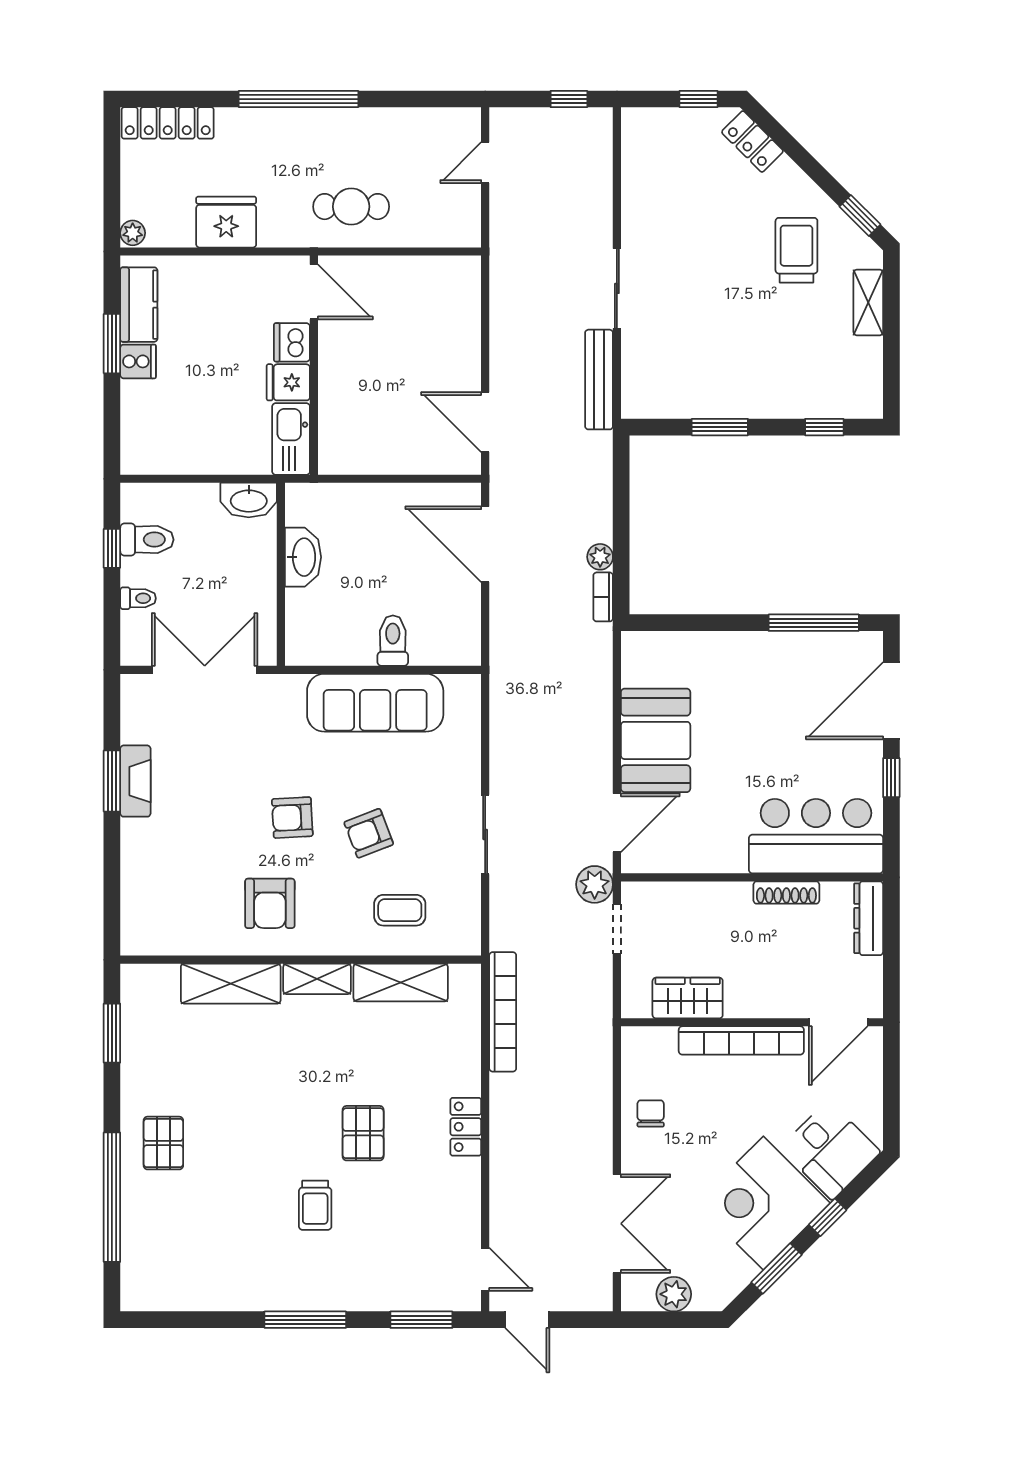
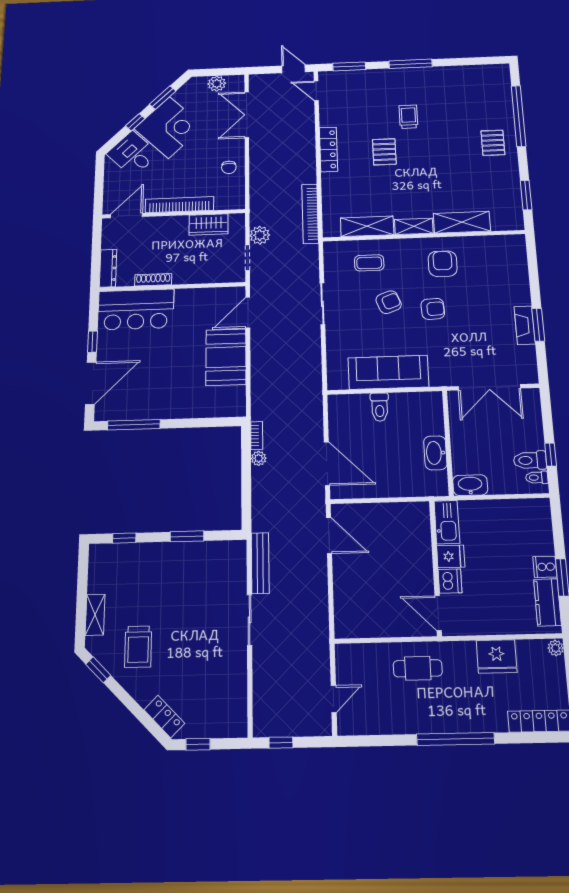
toilet: (138, 598) -> (537, 478), moved
plant: (595, 884) -> (260, 235), moved
locker: (466, 1127) -> (328, 149), width x1.53

